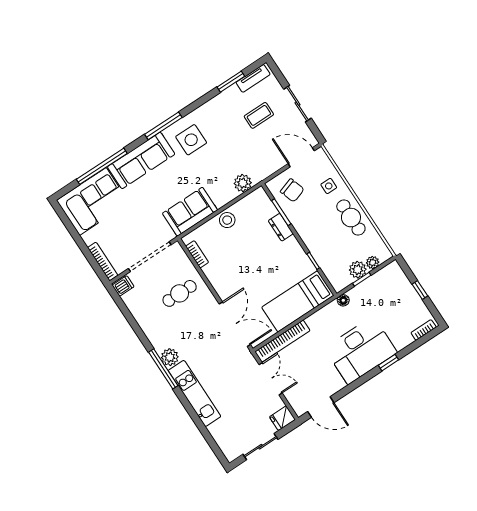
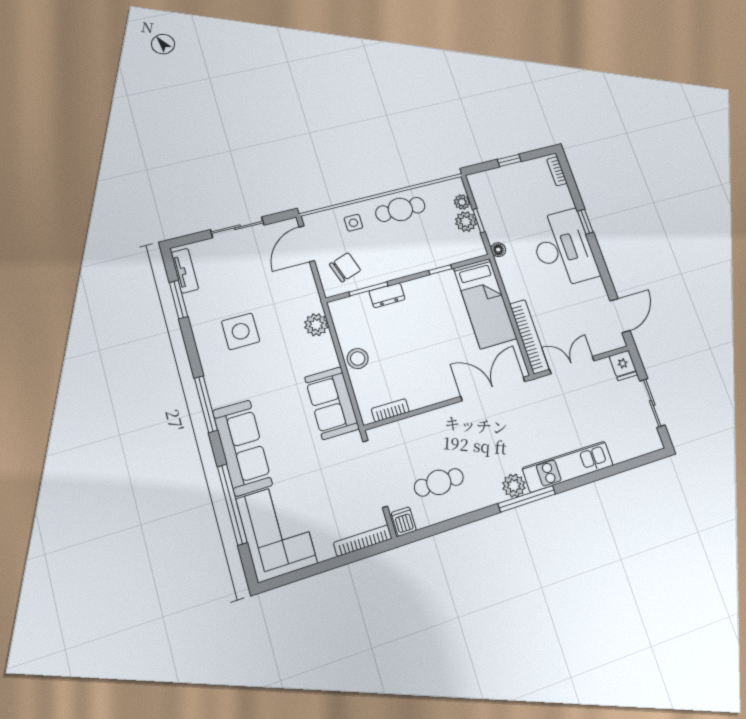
coffee table: (259, 115) -> (236, 278), removed
side table: (191, 140) -> (241, 331), moved
cafe table: (180, 293) -> (439, 482), moved, turned 90

